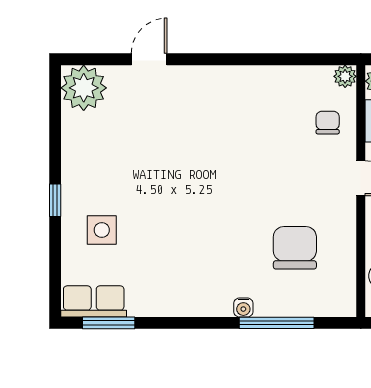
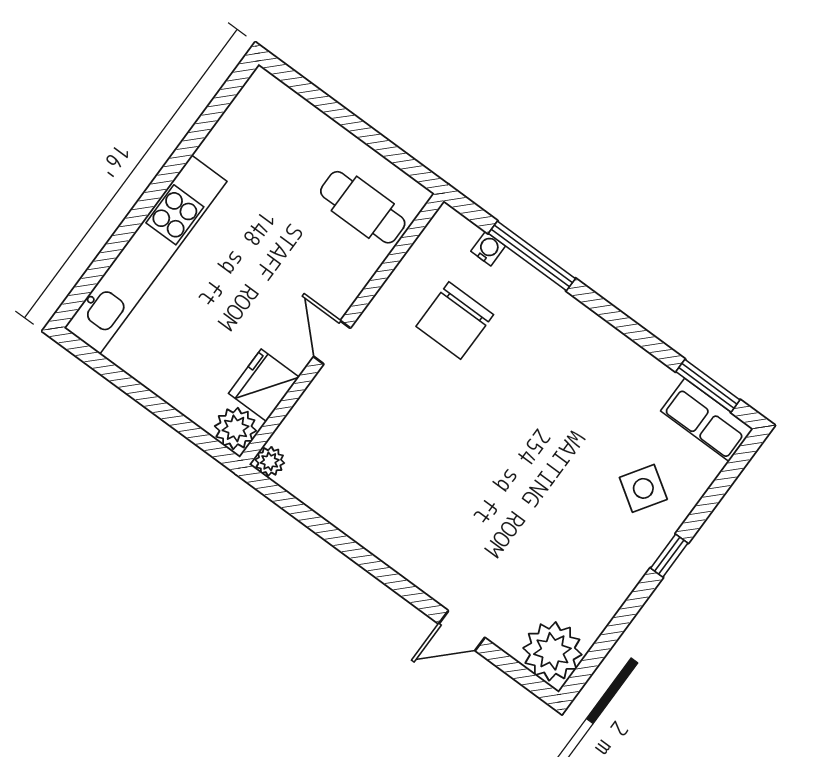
chair: (328, 123) -> (324, 426), removed
side table: (102, 230) -> (643, 488), turned 33
water cooler: (243, 308) -> (488, 249), moved

